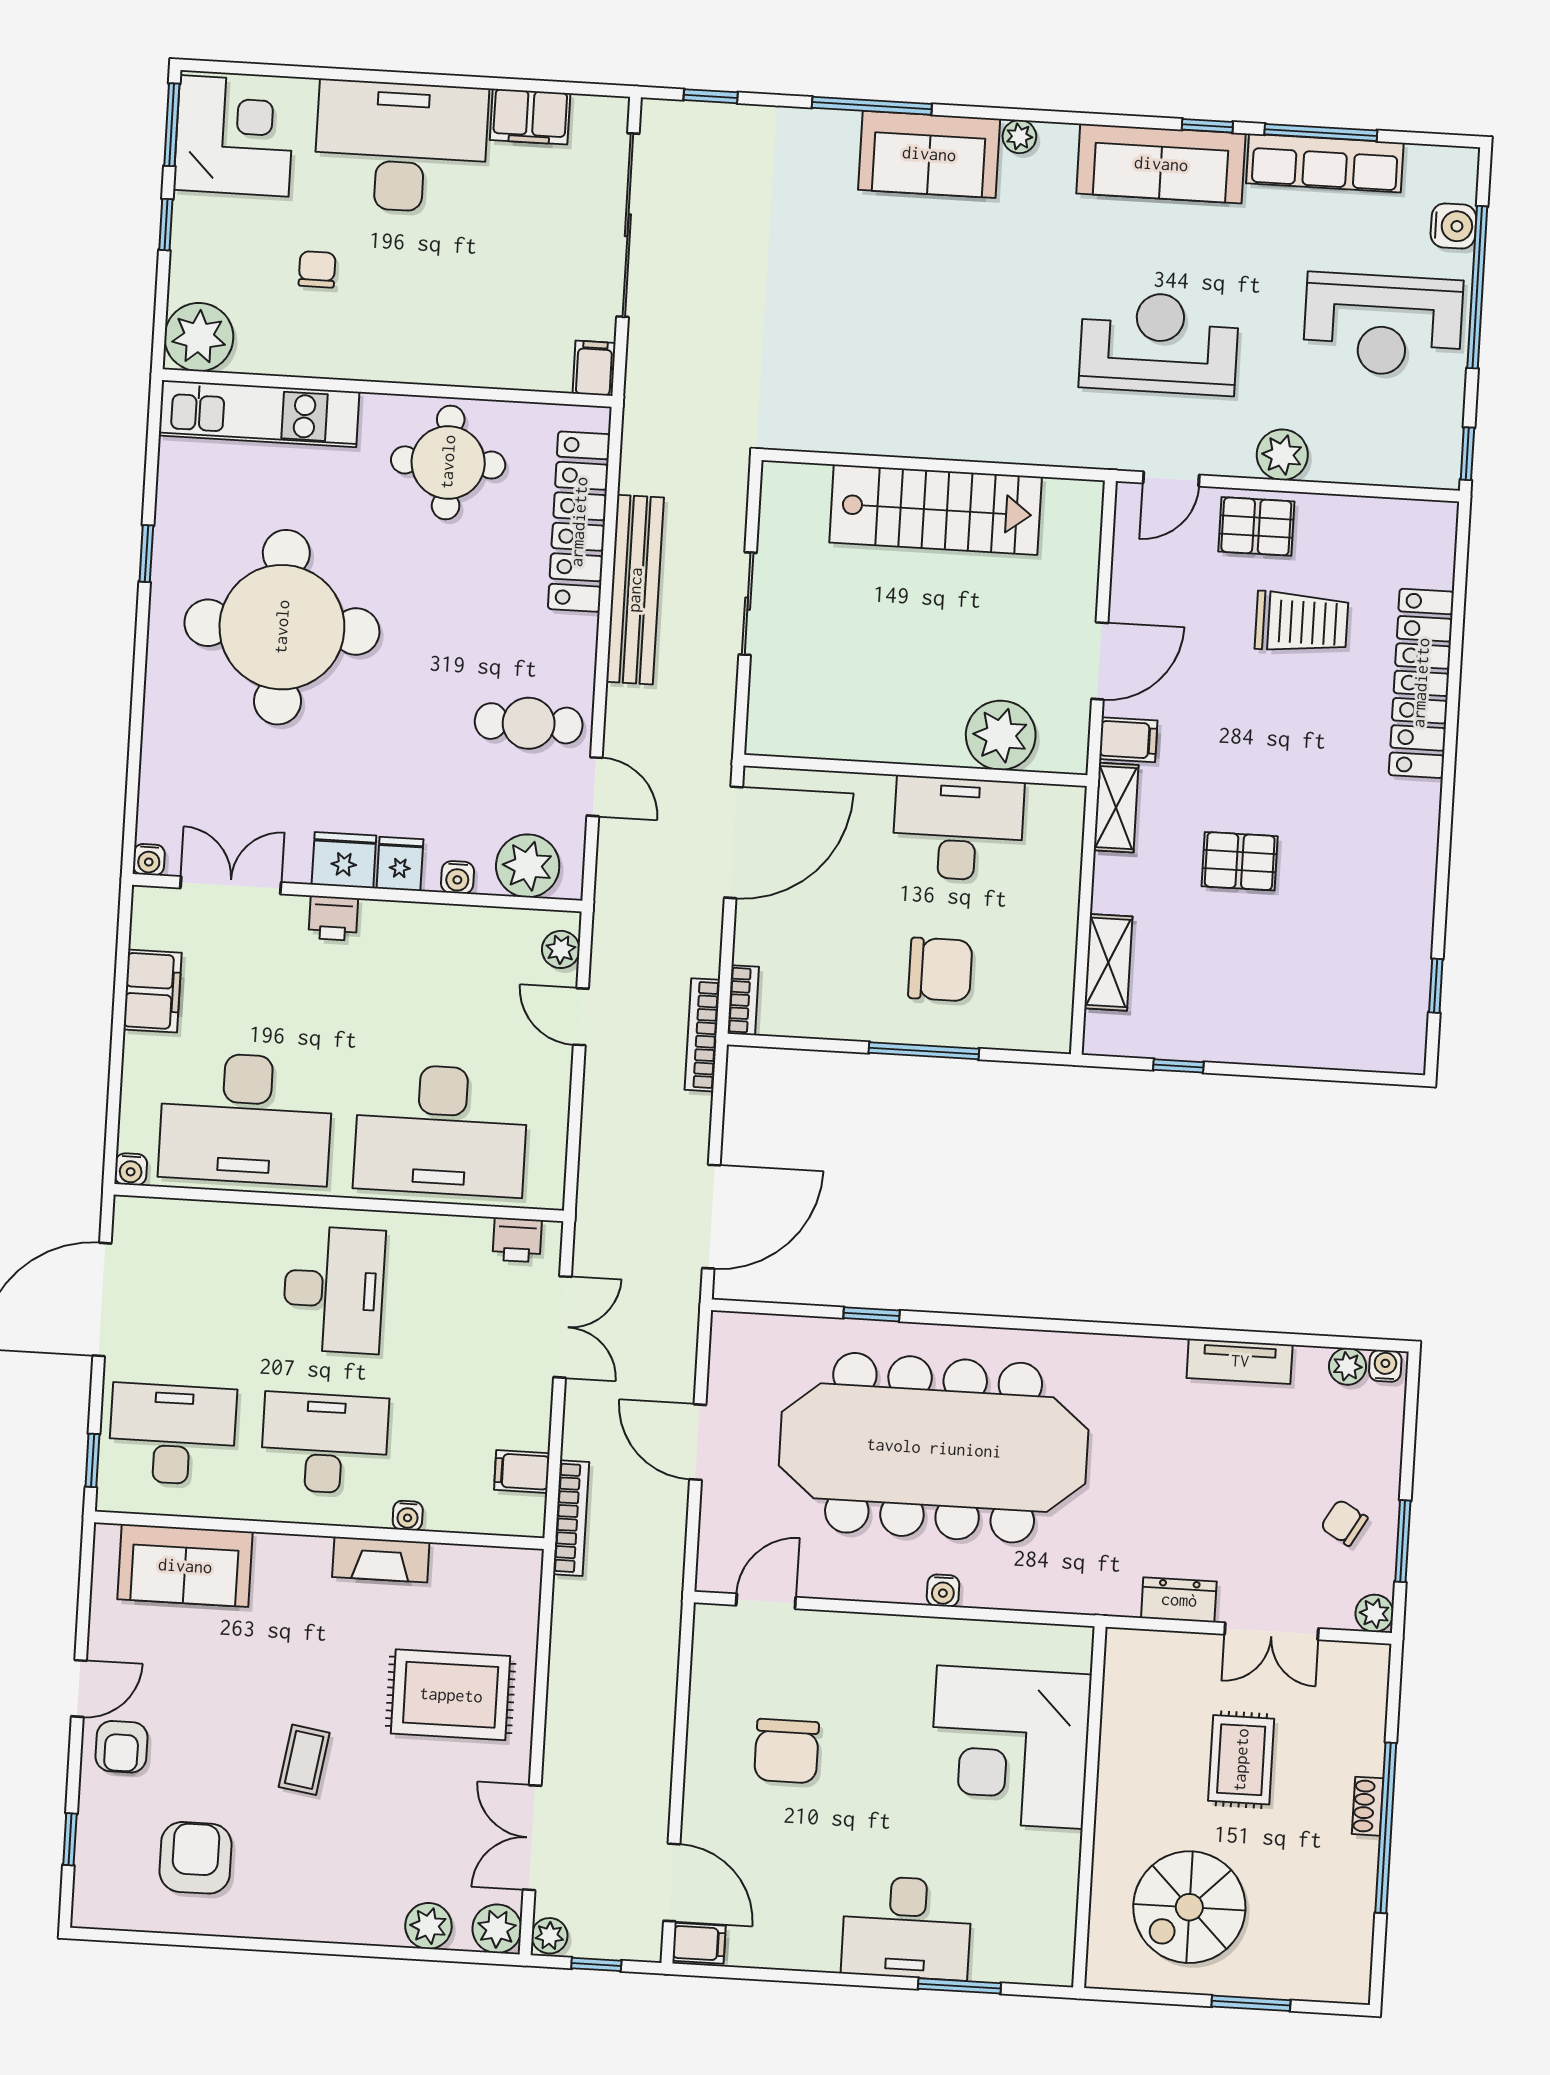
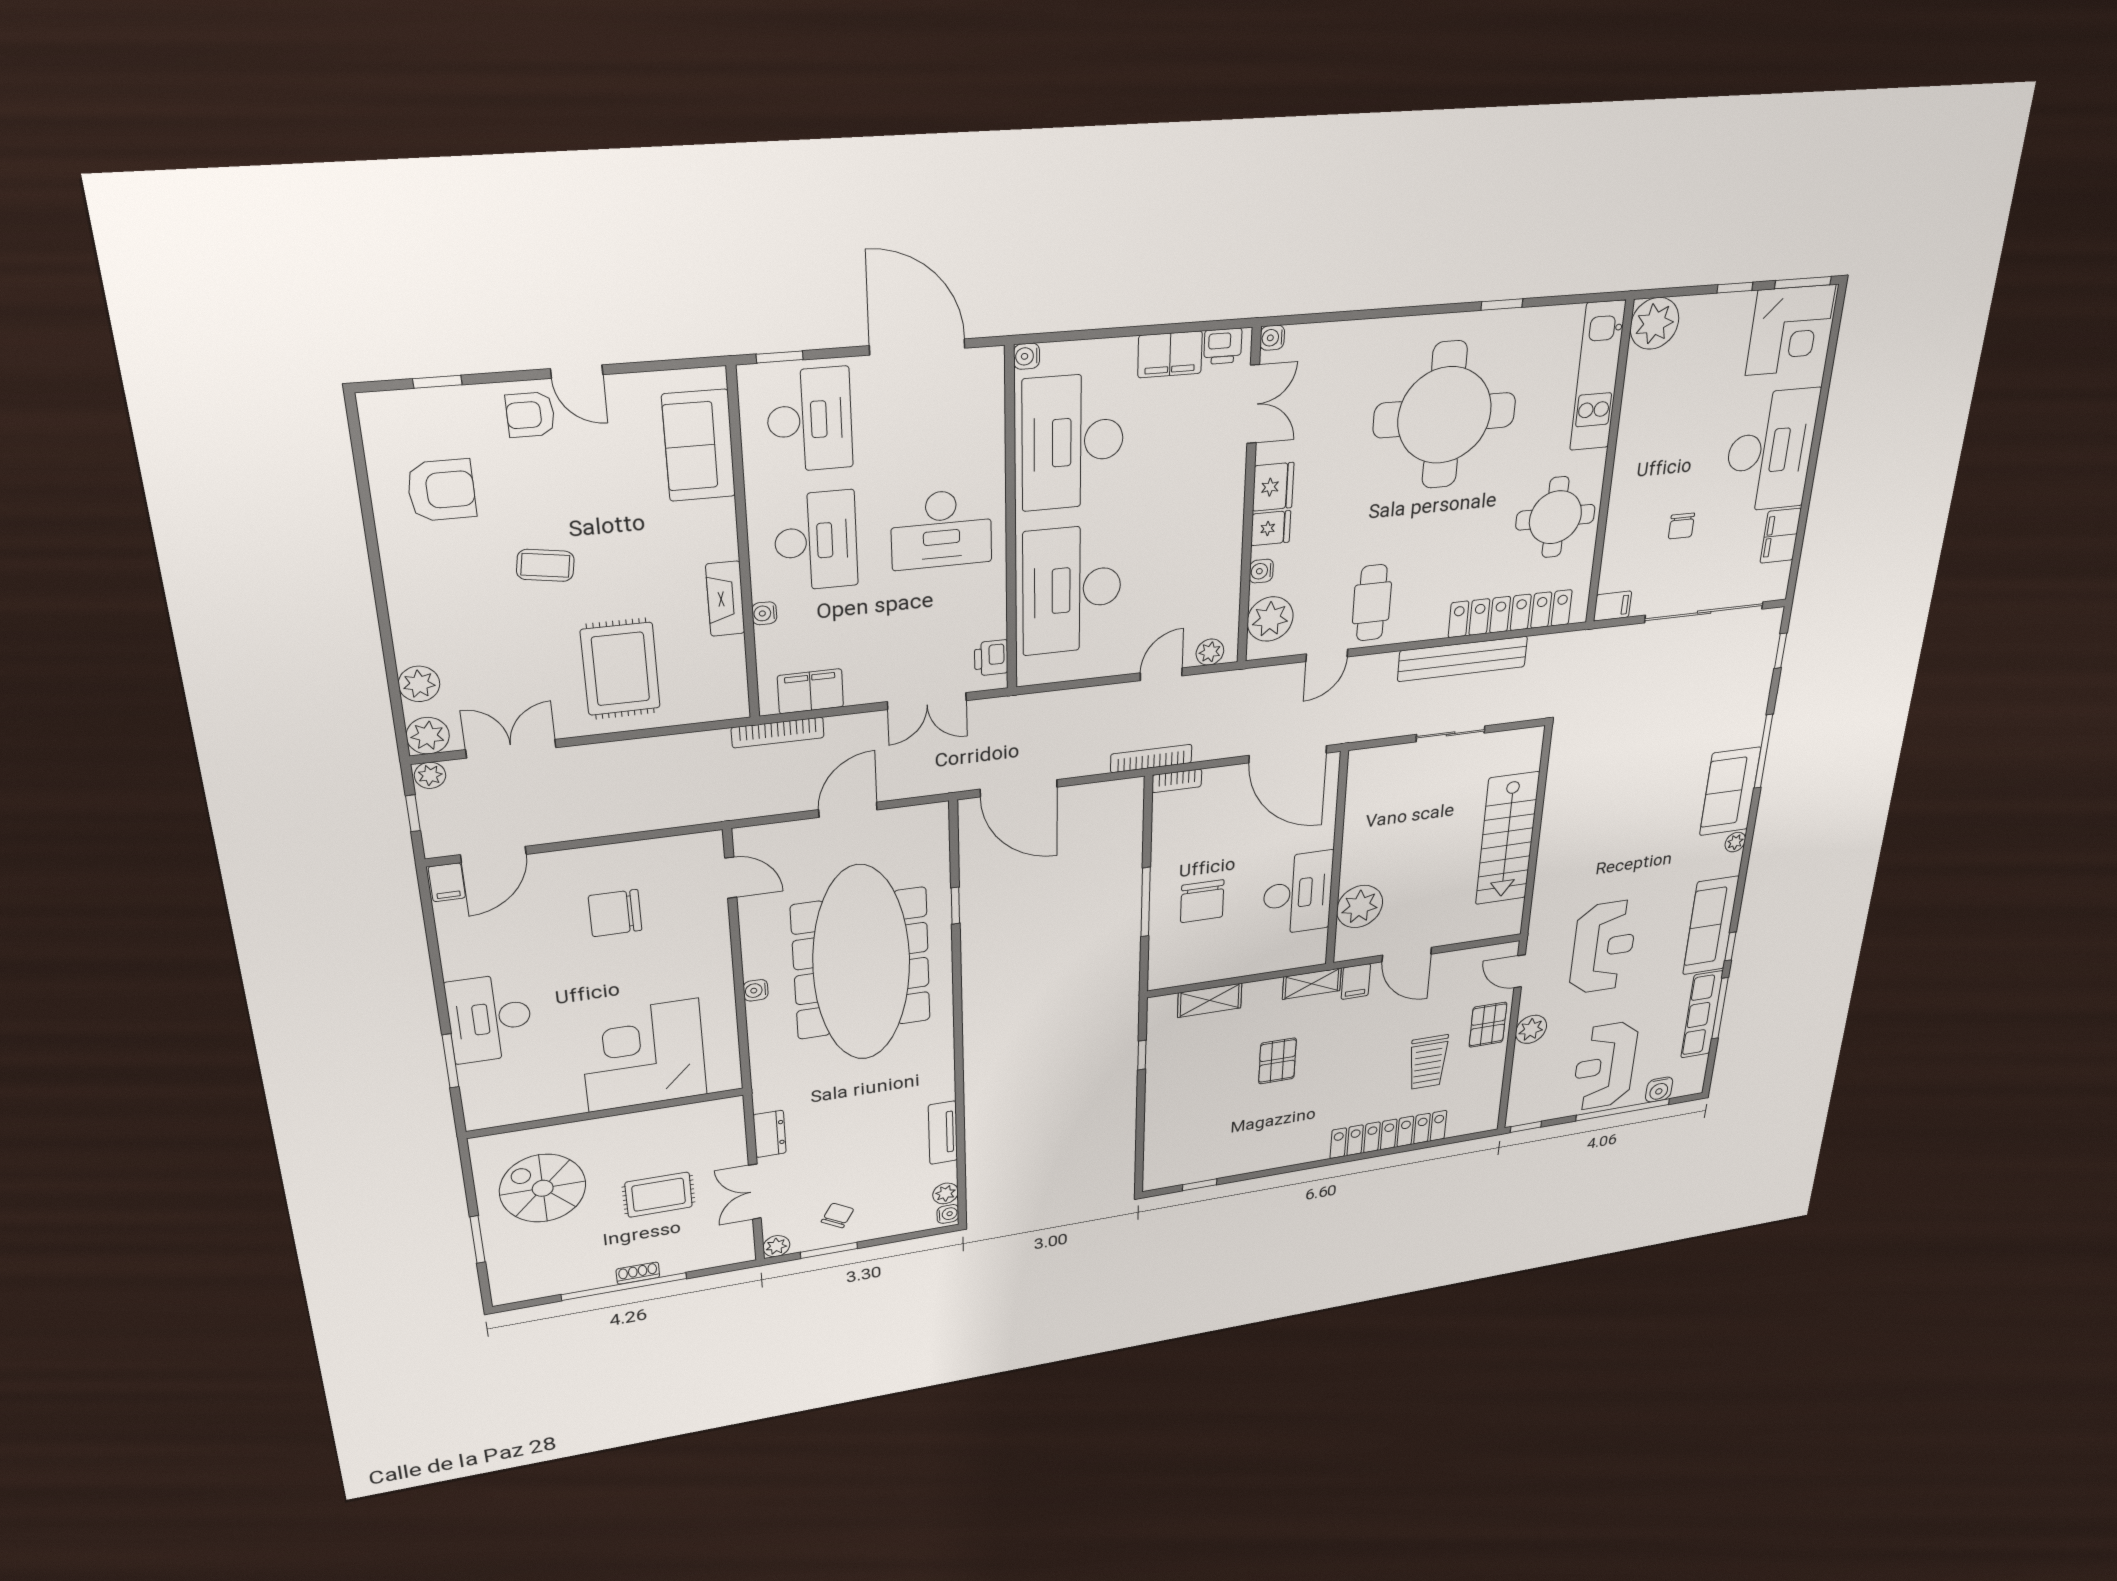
chair: (317, 269) -> (1681, 526), moved, turned 90
printer: (333, 918) -> (1223, 346), moved, turned -90
filing cabinet: (522, 1471) -> (810, 691), width x2.00

